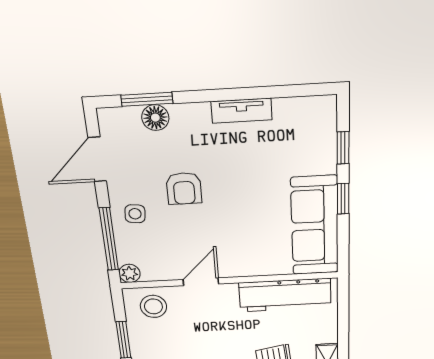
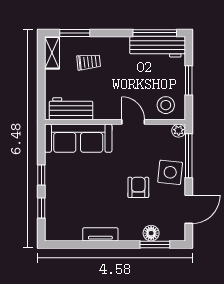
side table: (135, 214) -> (170, 172), width x1.87, depth x1.87
sofa: (315, 226) -> (78, 138), moved, turned 90
door: (201, 282) -> (133, 122), swing flipped
workbench: (285, 295) -> (71, 109), width x0.73

